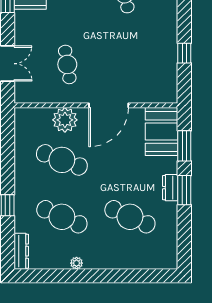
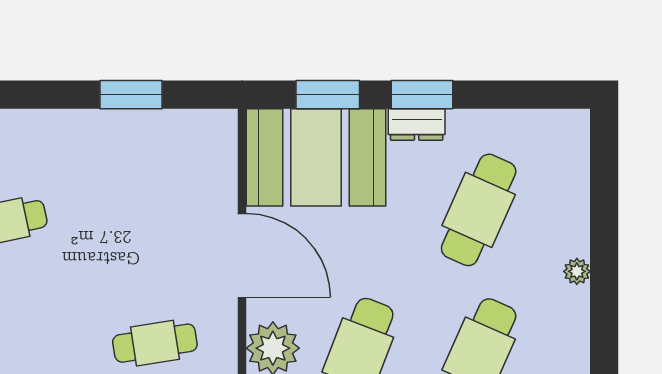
window: (184, 53) -> (131, 95), width x1.50
booth: (162, 132) -> (316, 157), width x1.36, depth x1.42
plant: (76, 263) -> (577, 271), moved

